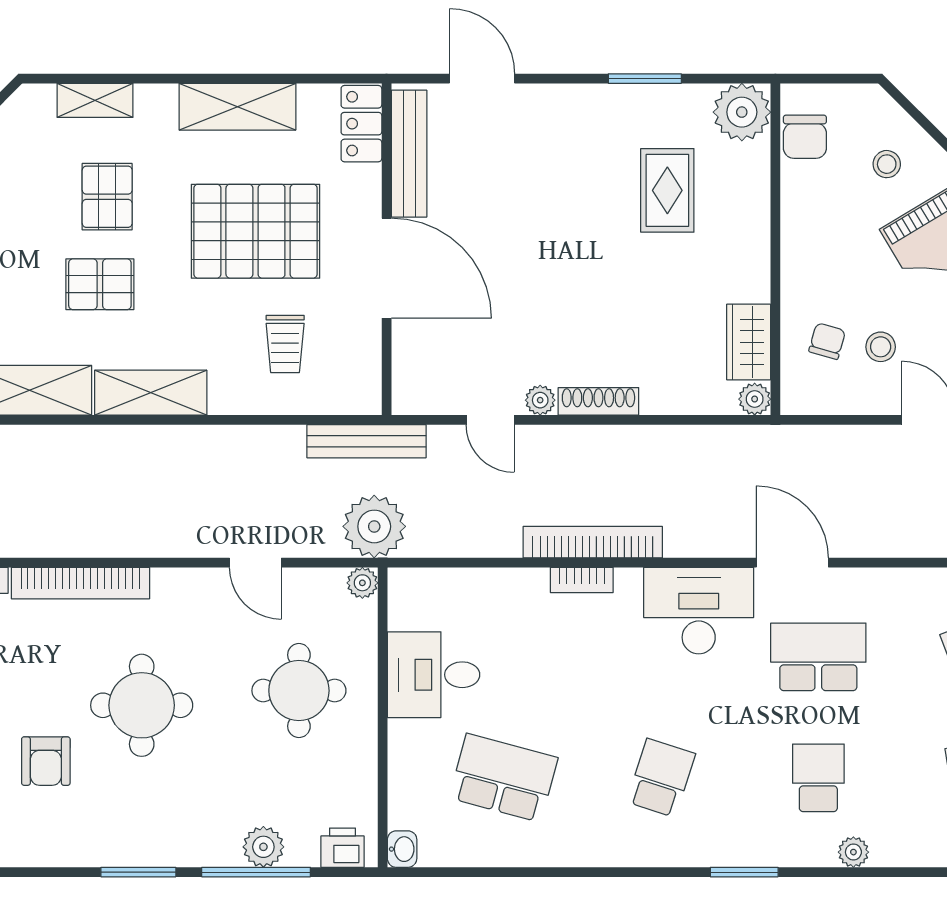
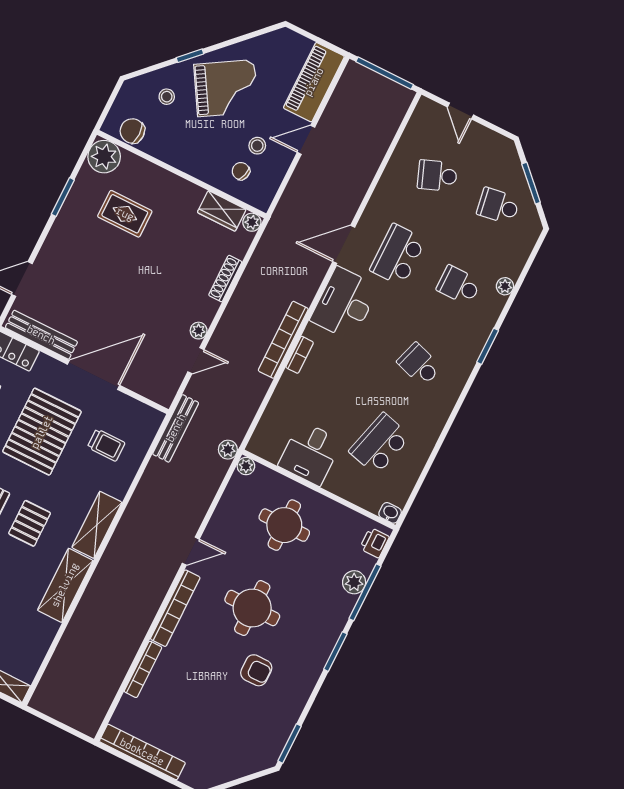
chair: (805, 137) -> (132, 131), turned 180
shoe rack: (598, 401) -> (225, 279), moved
plant: (374, 526) -> (228, 450), width x0.53, depth x0.53
door: (255, 563) -> (191, 551), moved

